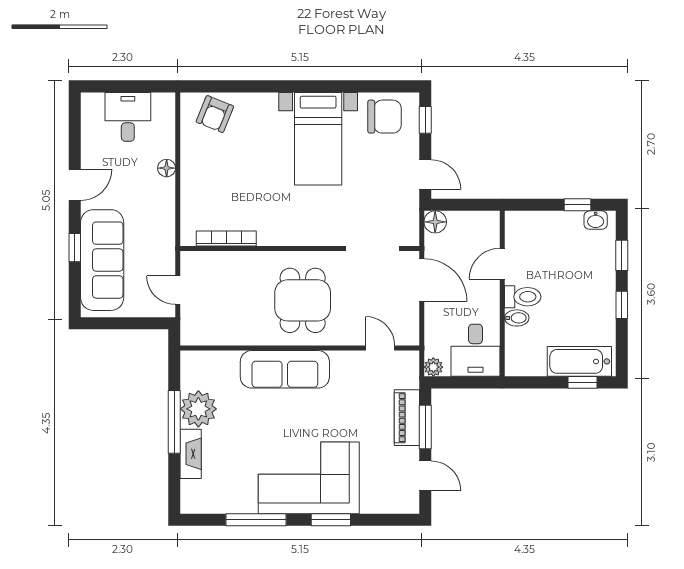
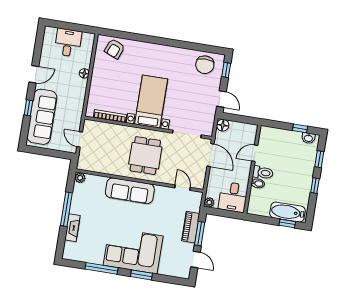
chair: (385, 117) -> (205, 65), turned 90
bed with nightstands: (318, 139) -> (151, 102), moved, turned 180
plant: (198, 409) -> (80, 178), moved, width x0.53, depth x0.53

